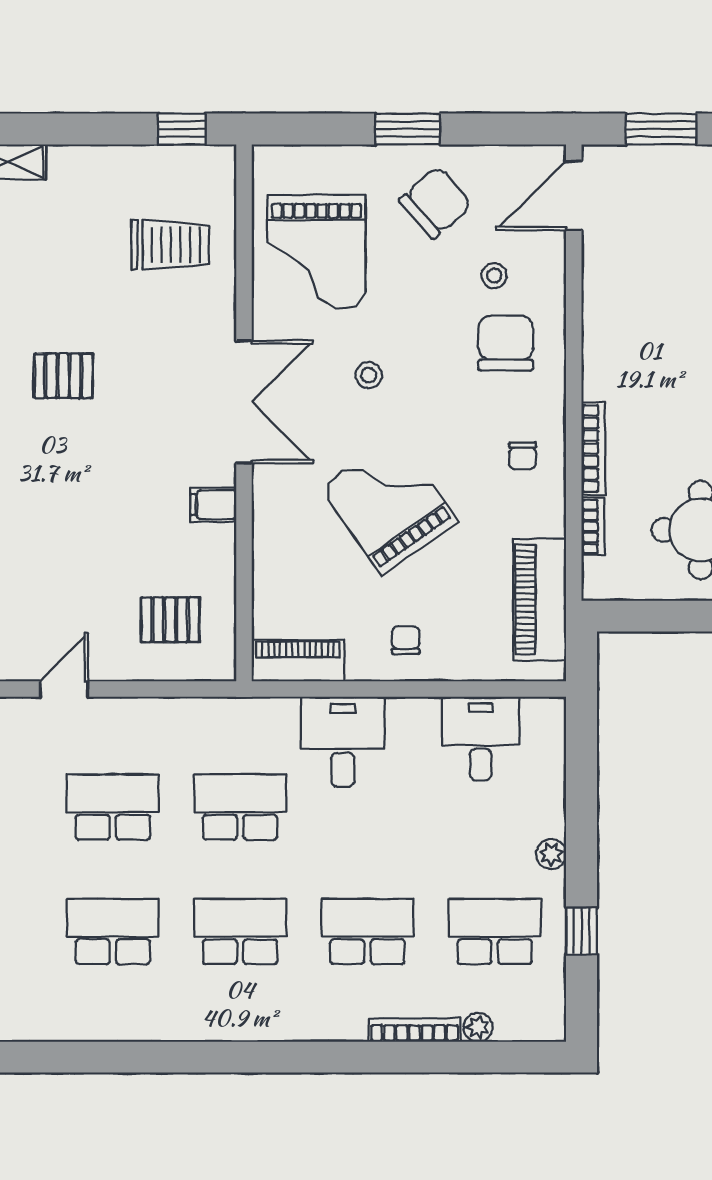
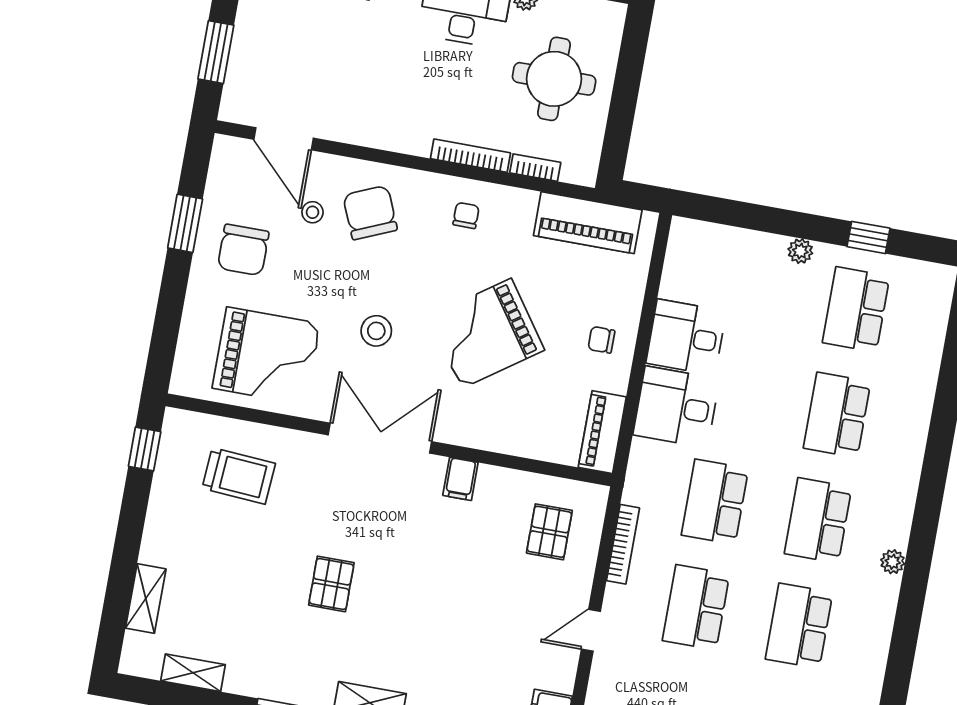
window: (407, 129) -> (185, 223), moved
door: (574, 195) -> (284, 139), moved
chair: (435, 203) -> (243, 250), turned -139
trolley: (170, 245) -> (239, 476), turned 94
chair: (506, 343) -> (370, 213), turned 67
stool: (369, 375) -> (376, 331), width x1.37, depth x1.37
chair: (523, 456) -> (466, 215), turned -90
door: (64, 689) -> (591, 630), hinge flipped
desk: (481, 739) -> (686, 337), moved
plant: (478, 1027) -> (893, 562), moved
bookcase: (415, 1030) -> (623, 544), moved, turned 180

